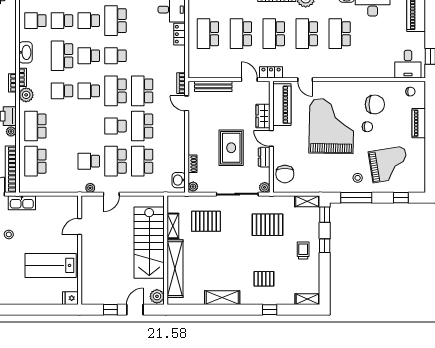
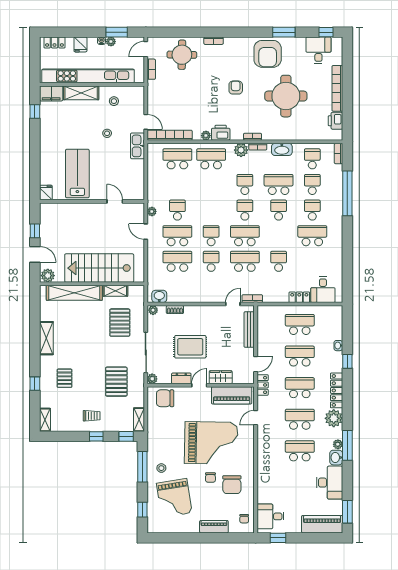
school desk: (115, 56) -> (279, 261), moved
school desk: (142, 126) -> (211, 261), width x0.54

